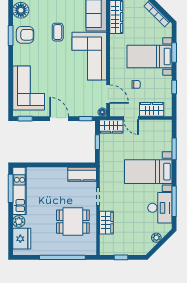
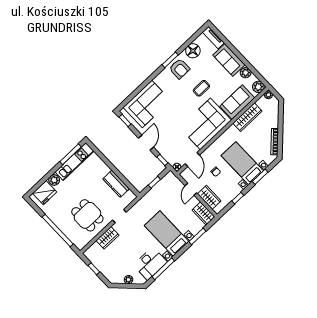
wardrobe: (111, 126) -> (203, 213), moved
kitchen counter: (82, 174) -> (116, 184), moved

